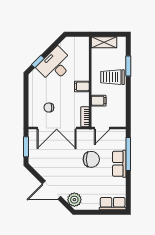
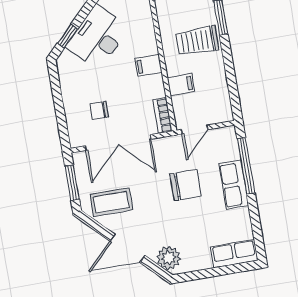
coffee table: (47, 162) -> (111, 202), added

